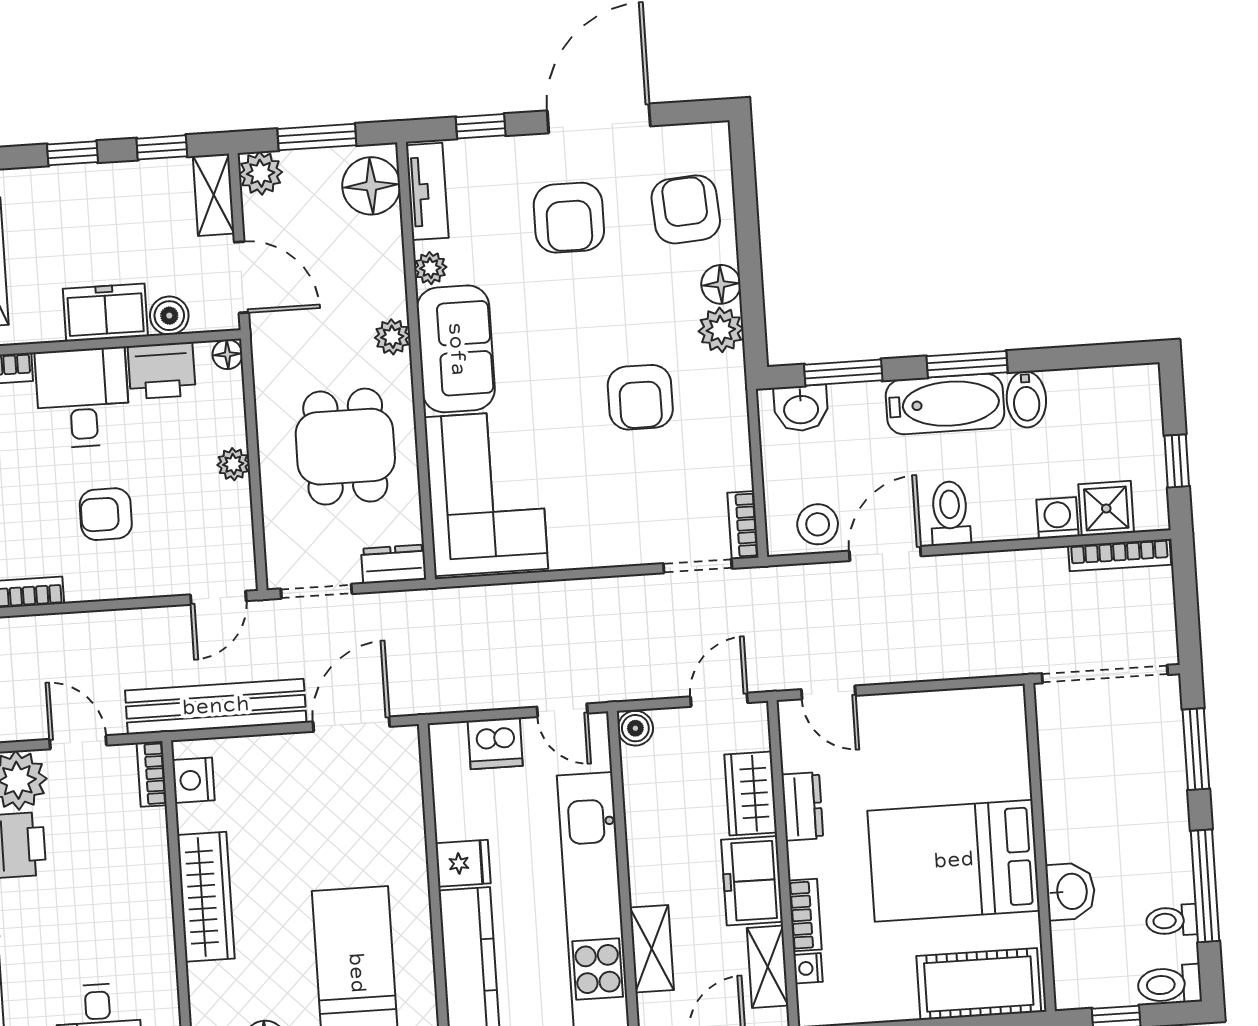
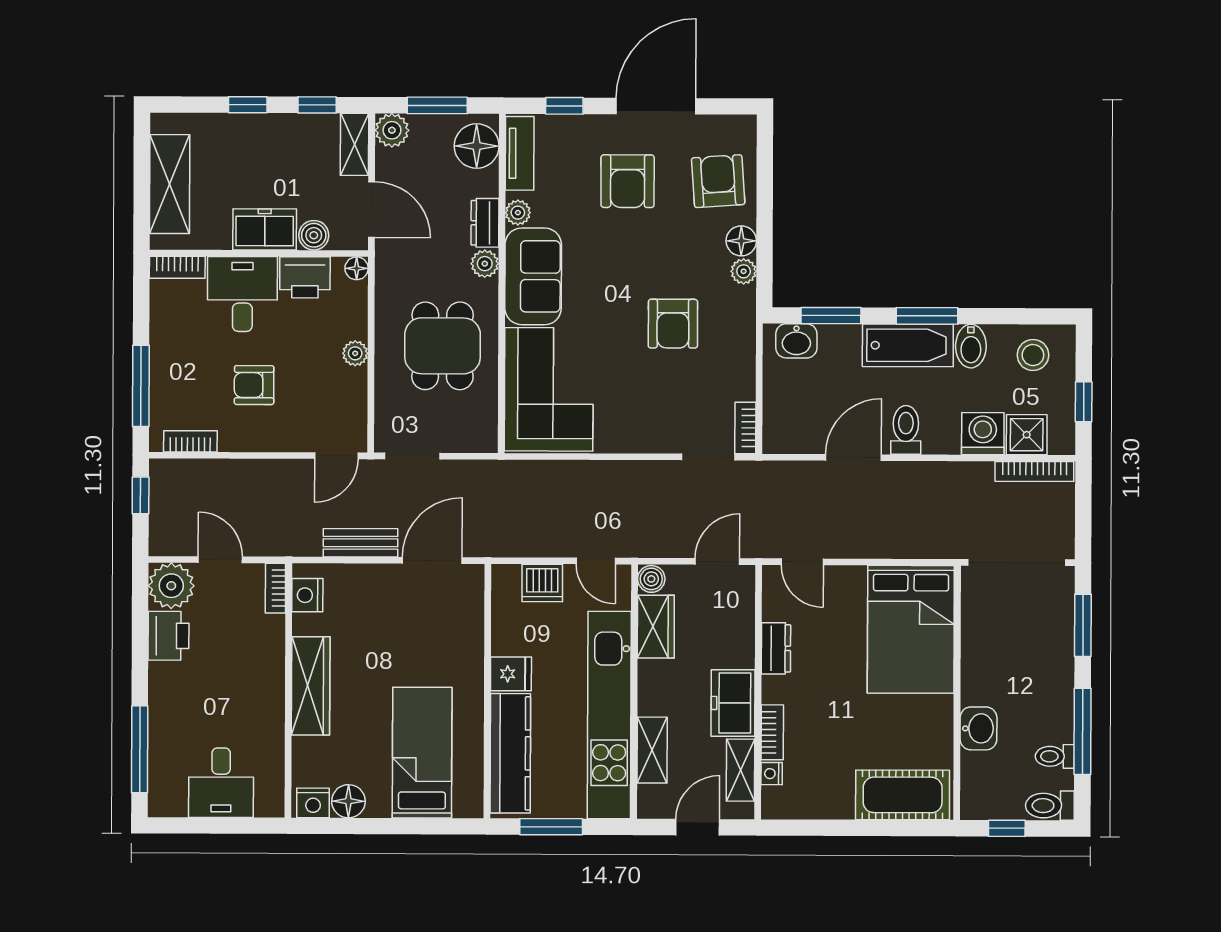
plant: (721, 330) -> (744, 271), width x0.73, depth x0.73
washing machine: (1058, 518) -> (983, 434), width x1.38, depth x1.38
stool: (818, 524) -> (1033, 355), moved
dresser: (394, 564) -> (485, 223), moved, turned -90
bench: (216, 707) -> (361, 543), width x0.54, depth x0.82
wardrobe: (751, 793) -> (656, 627), moved, turned 180
bed: (954, 861) -> (911, 629), moved, turned -90

